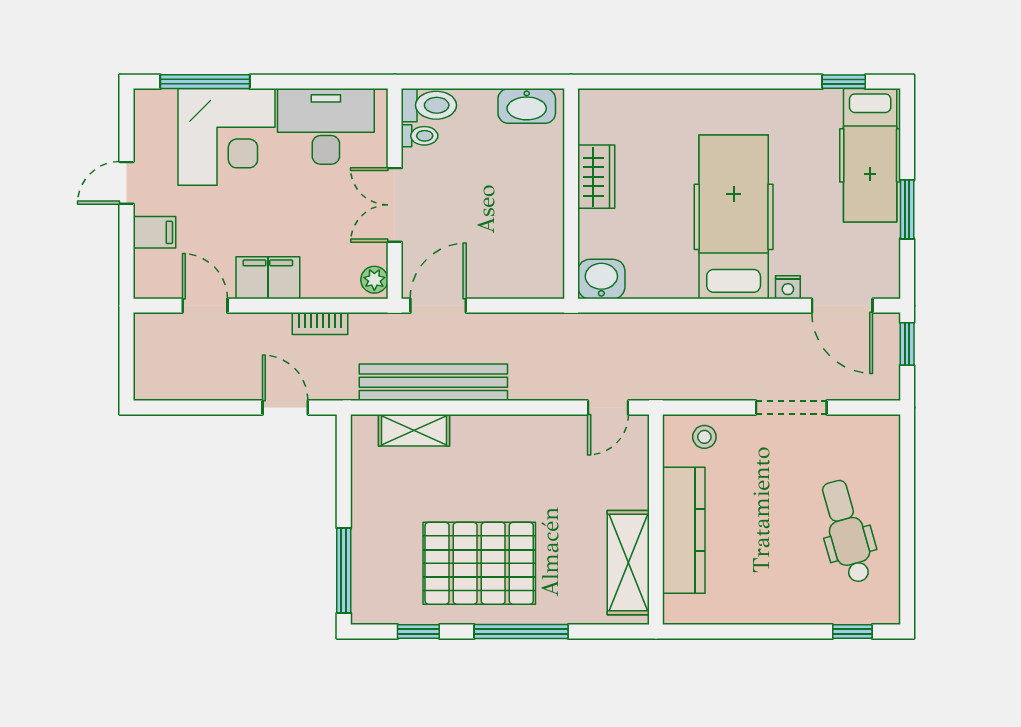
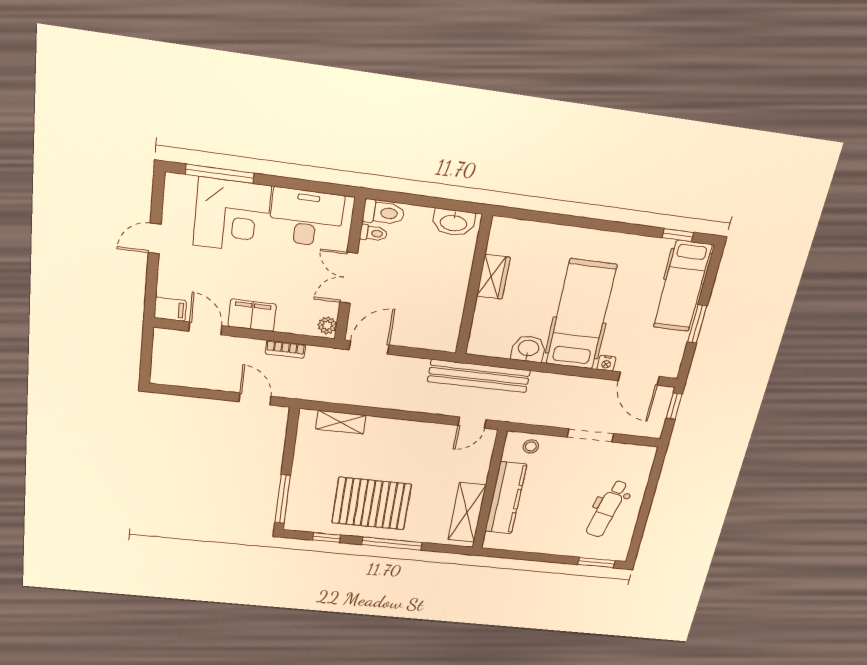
filing cabinet: (154, 232) -> (170, 309), moved
washbasin: (601, 279) -> (528, 349), moved
bench: (433, 382) -> (479, 376), moved
dental chair: (847, 531) -> (607, 509), turned -151
window: (852, 631) -> (596, 563), width x1.50

